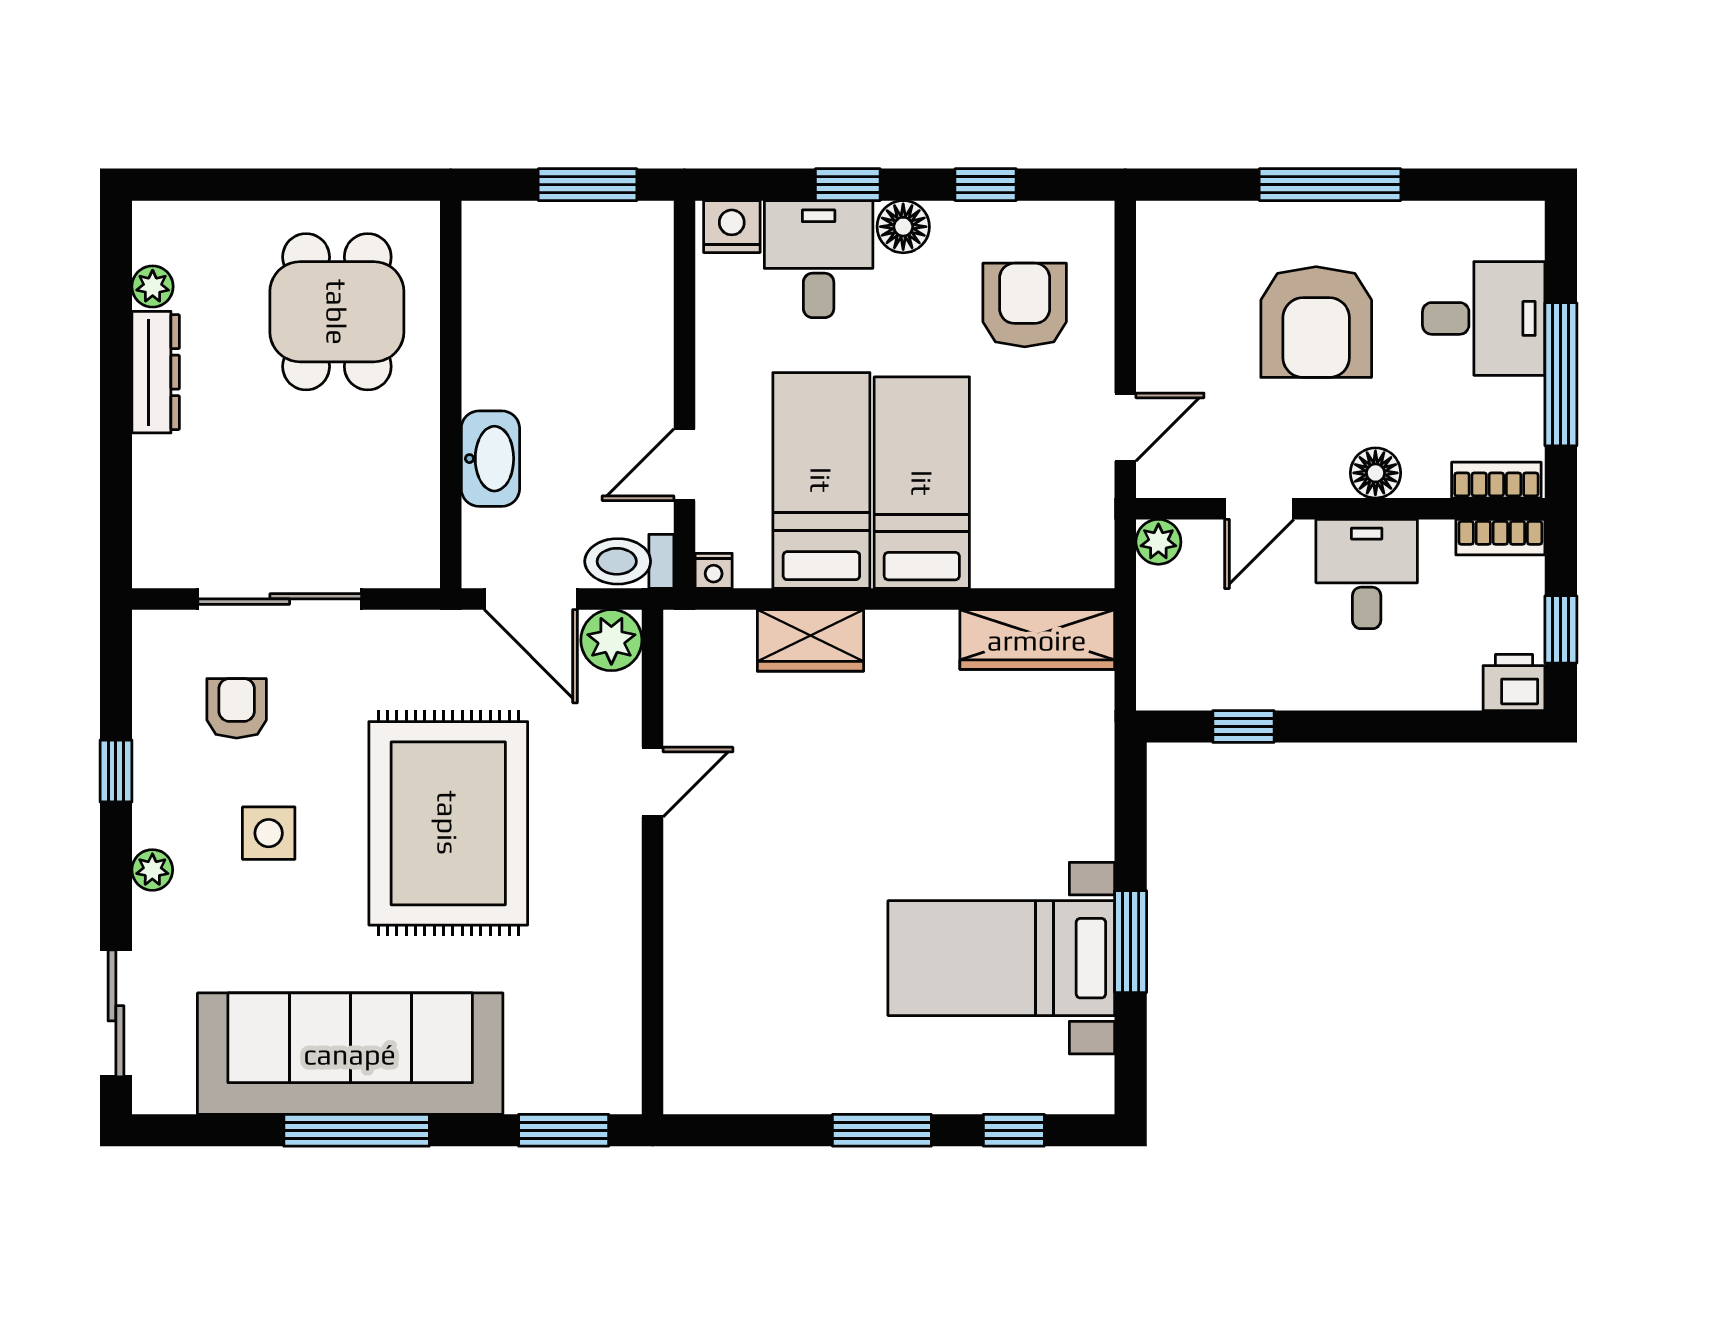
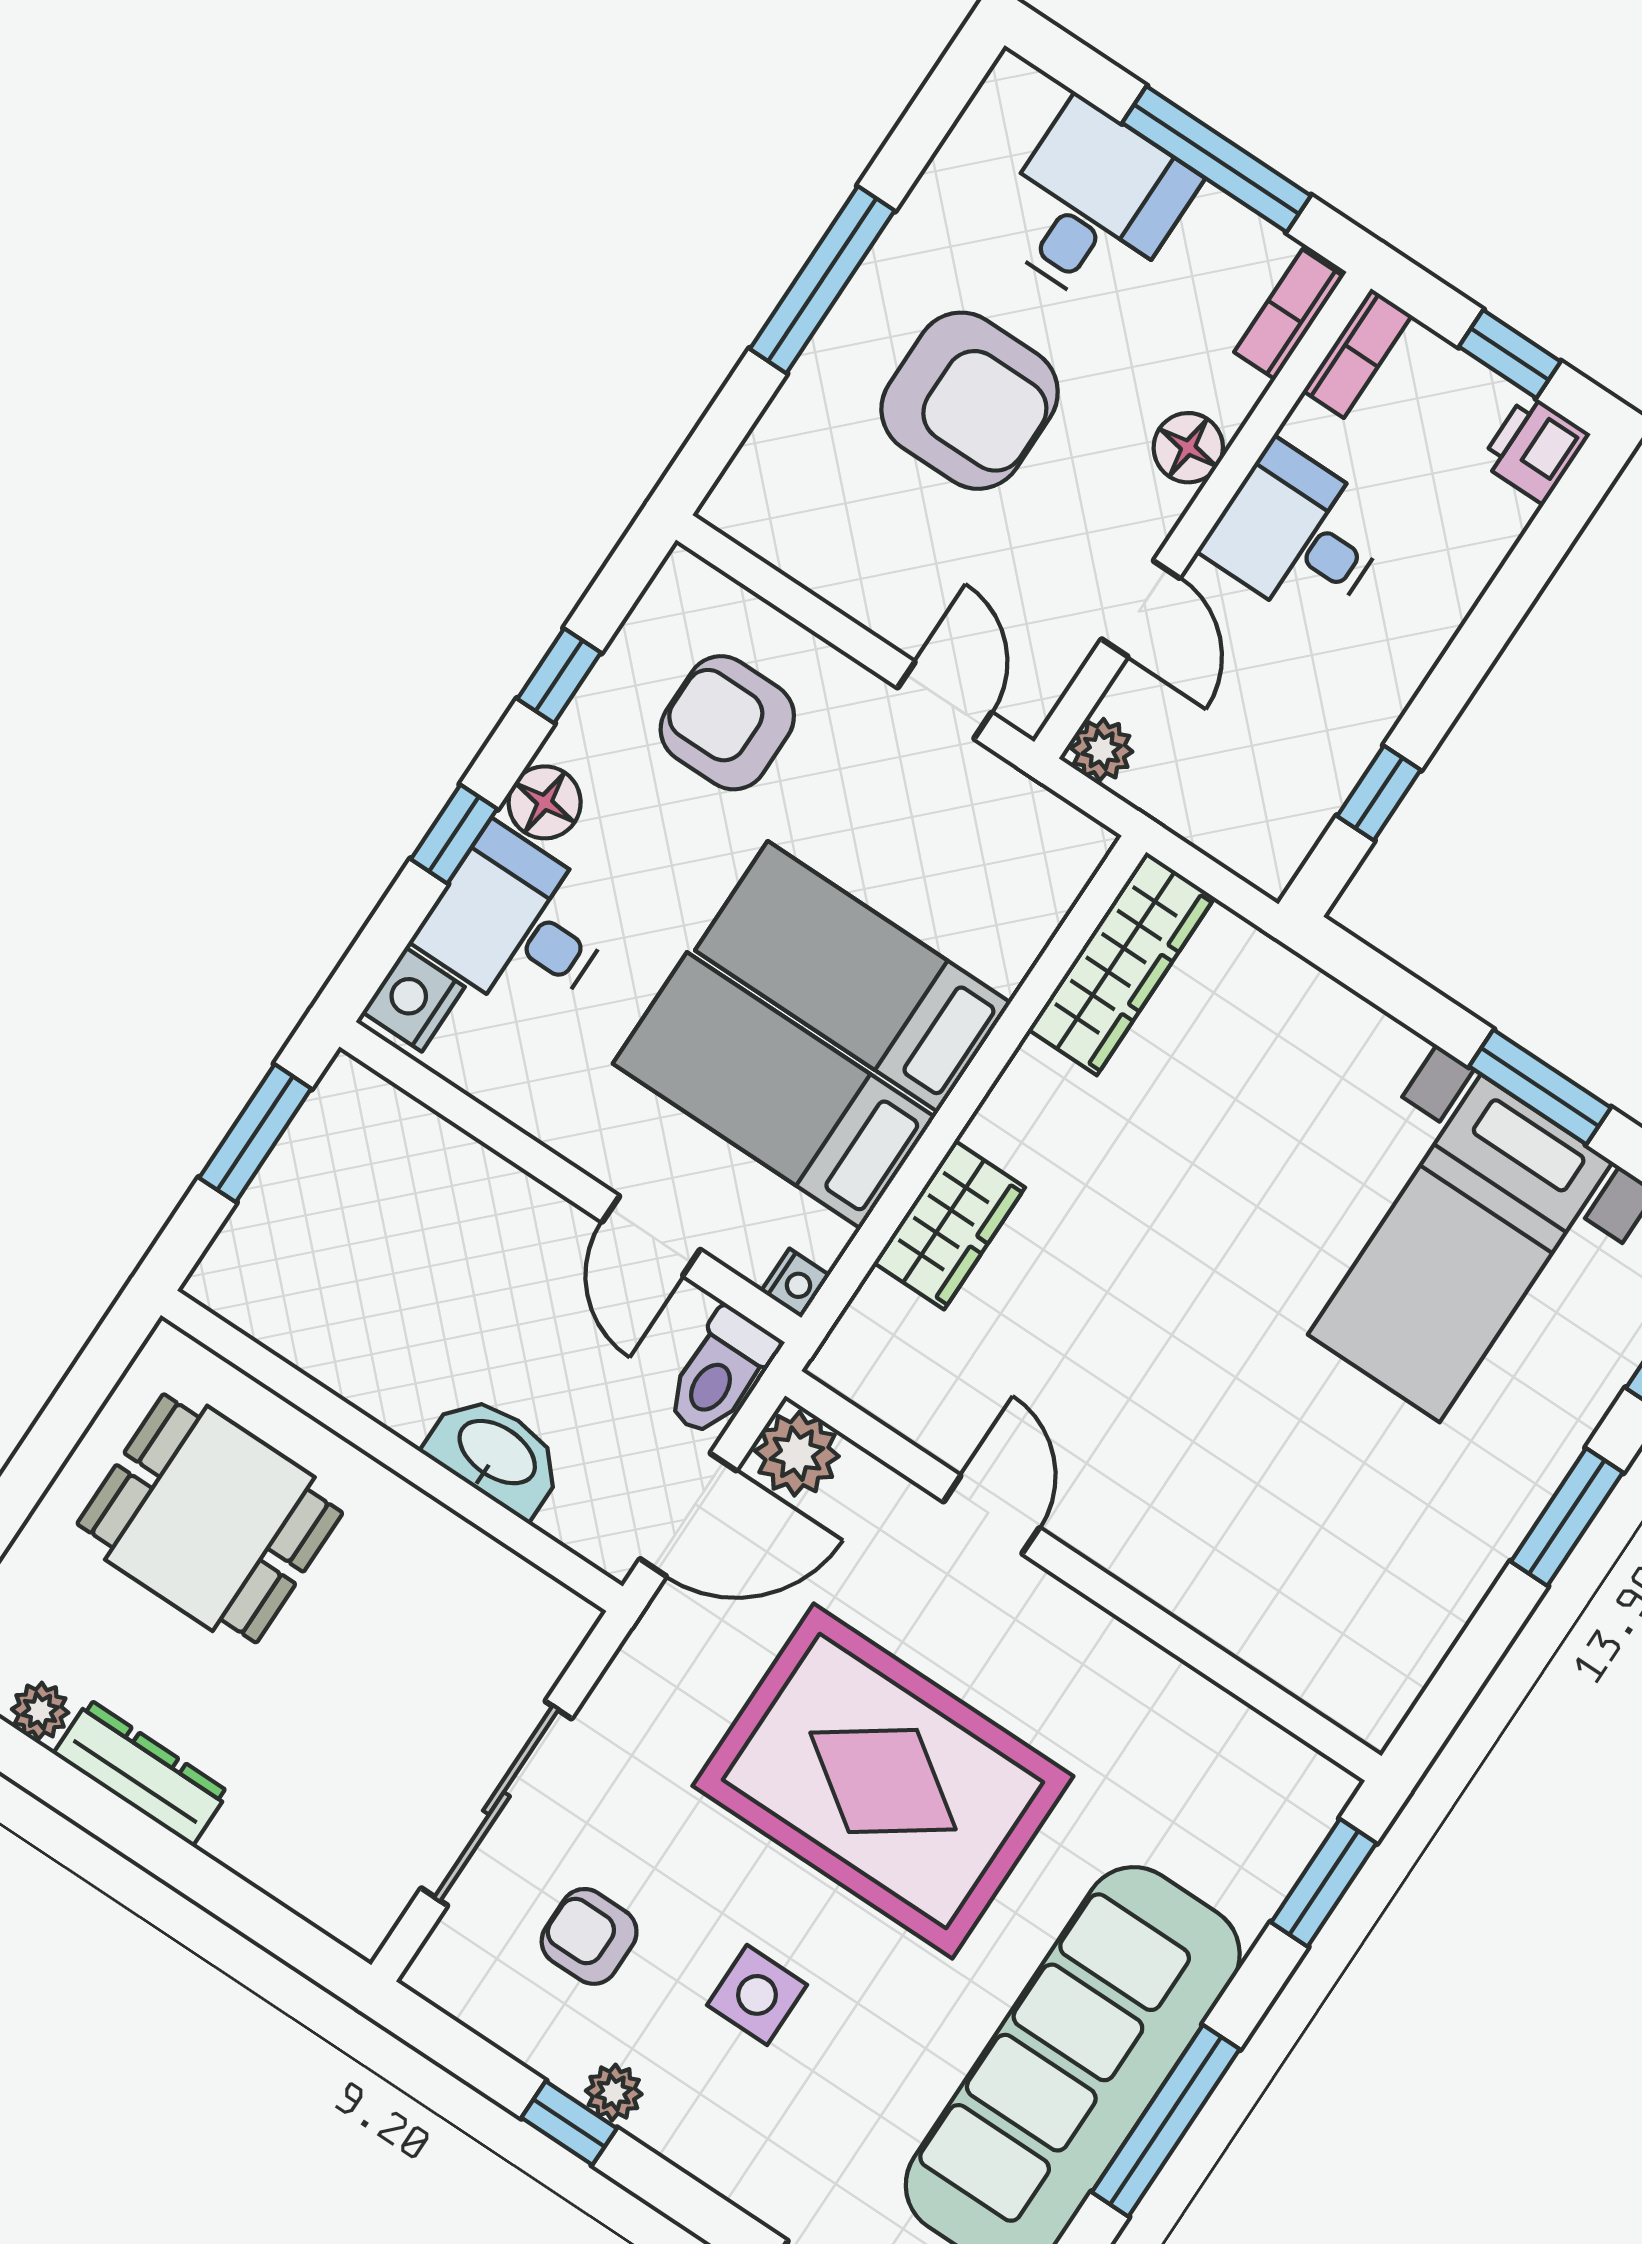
plant: (152, 870) -> (614, 2092), moved

